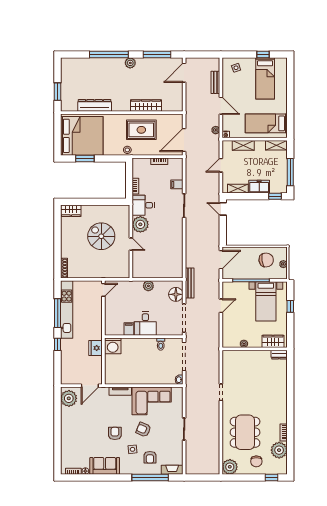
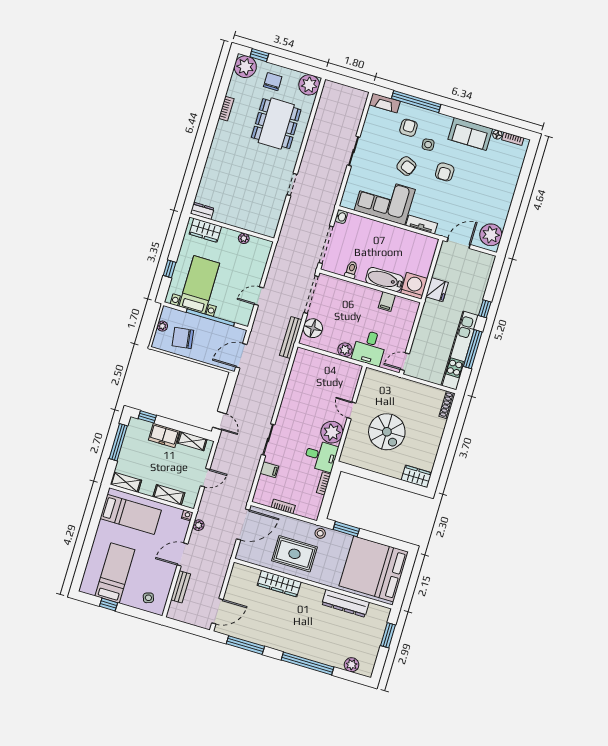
plant: (130, 63) -> (352, 665), moved
door: (221, 106) -> (182, 554), hinge flipped
window: (85, 158) -> (346, 529), moved
desk: (145, 324) -> (369, 348), moved, turned 180
bathtub: (135, 344) -> (384, 279), added
plant: (279, 450) -> (245, 67), moved

